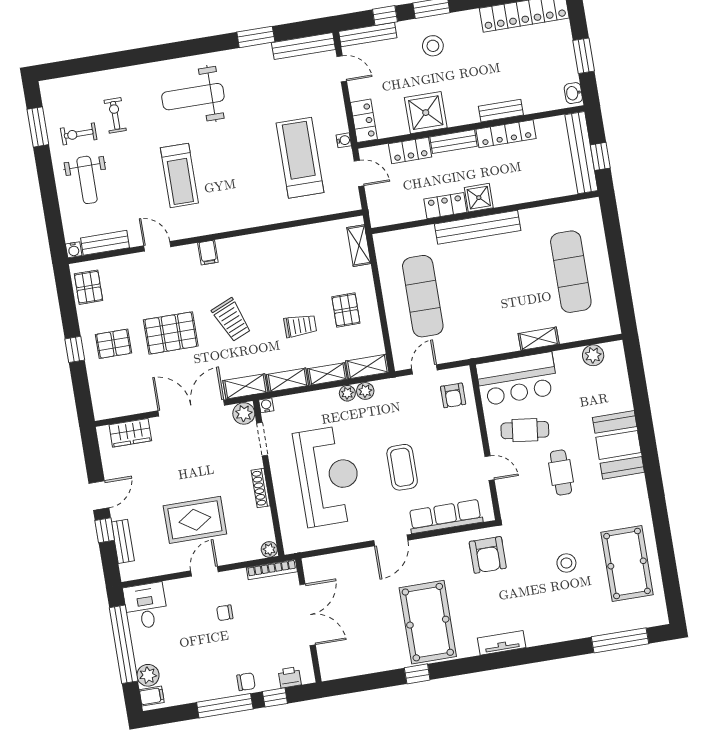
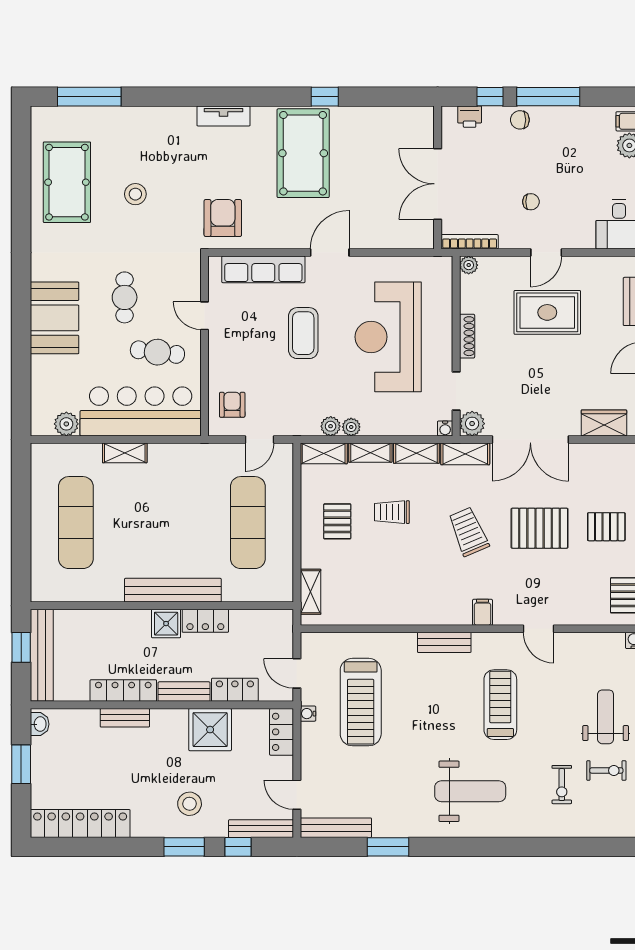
bench: (105, 243) -> (444, 642), moved
bar counter: (517, 379) -> (141, 411), width x1.36

